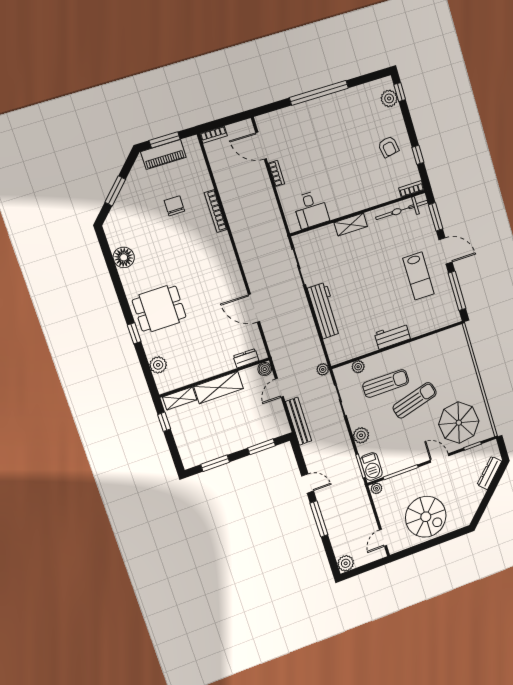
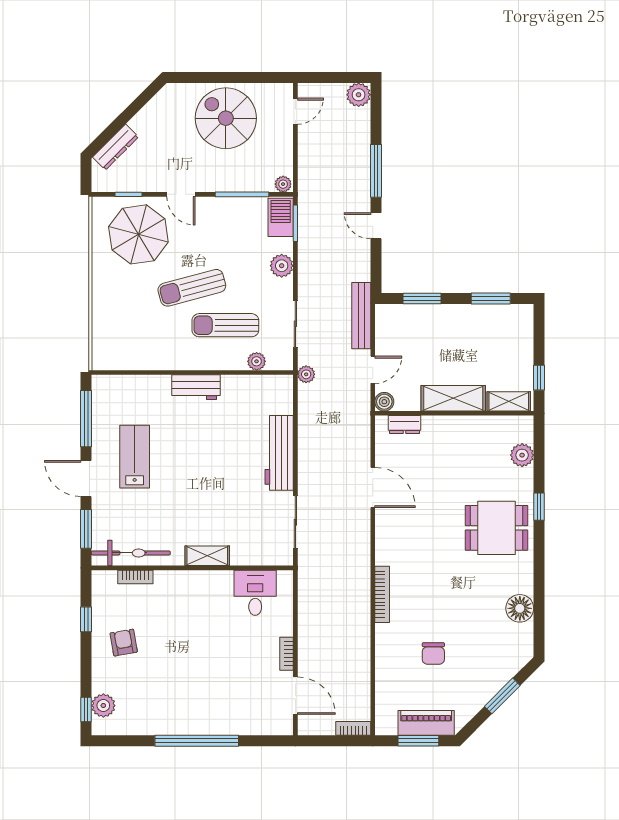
bookcase: (411, 189) -> (135, 577), moved
bookcase: (216, 211) -> (382, 594), moved

